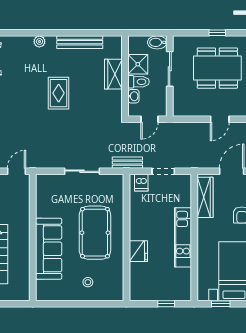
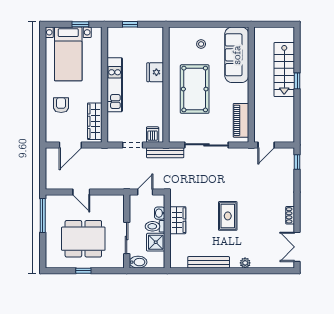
wardrobe: (113, 74) -> (178, 220), moved
door: (220, 119) -> (81, 192), swing flipped
bench: (127, 163) -> (165, 153), width x1.36
sliding door: (82, 171) -> (206, 145), width x1.37
piano: (44, 198) -> (241, 120), added
sofa: (49, 249) -> (237, 55), moved

